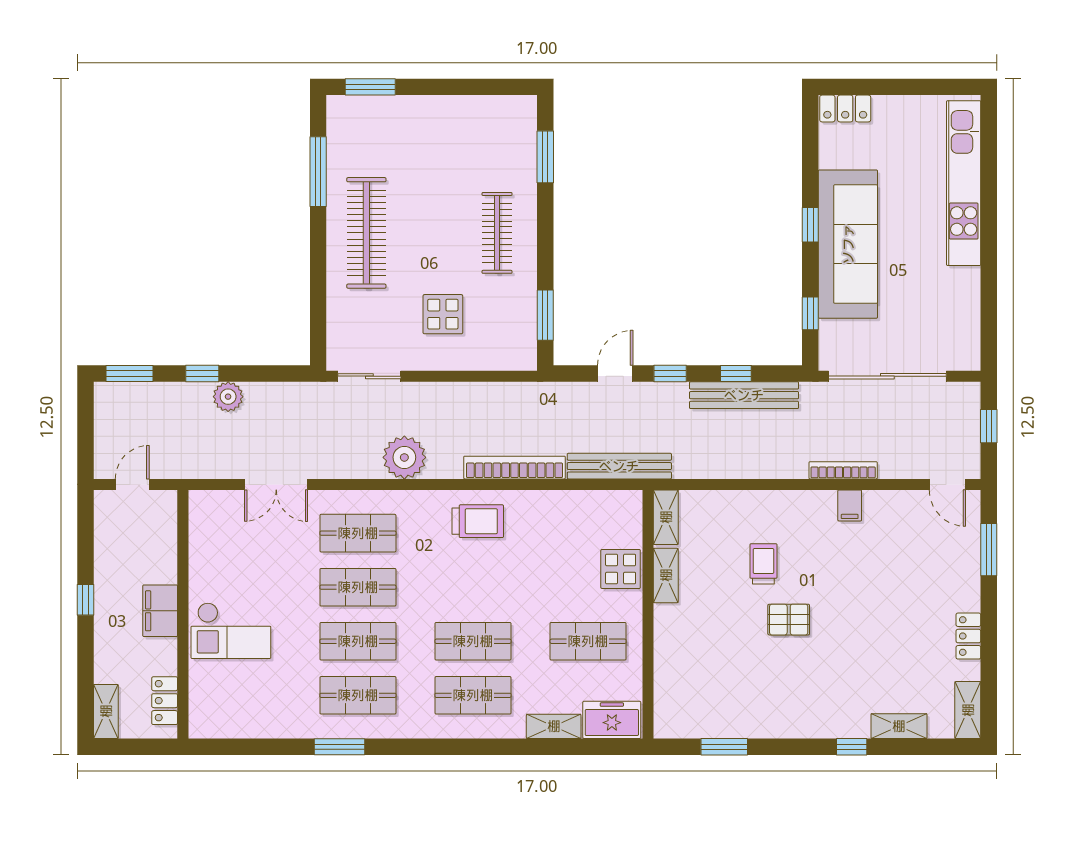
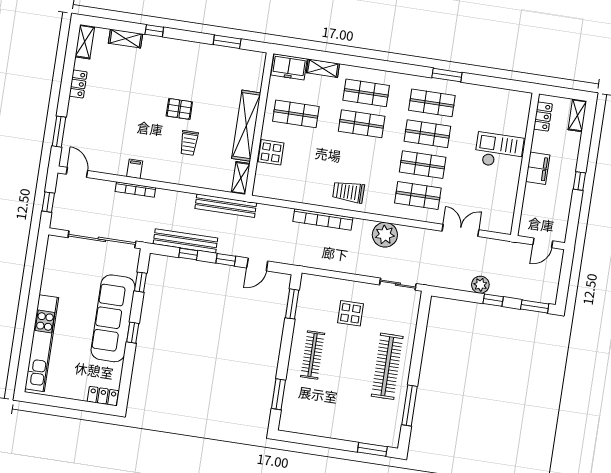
bench: (619, 466) -> (226, 206), moved
shelving: (666, 575) -> (246, 126), width x2.20, depth x1.33

